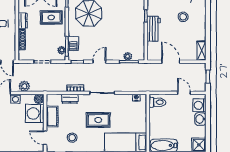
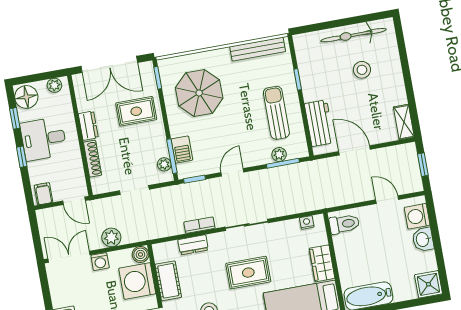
workbench: (154, 29) -> (319, 123), moved
sun lounger: (130, 32) -> (276, 113), added
wardrobe: (141, 122) -> (322, 263), added

